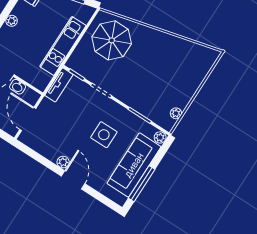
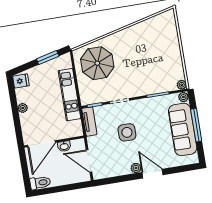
plant: (176, 113) -> (182, 85), moved
side table: (104, 135) -> (127, 132), moved
window: (142, 184) -> (196, 125), moved

